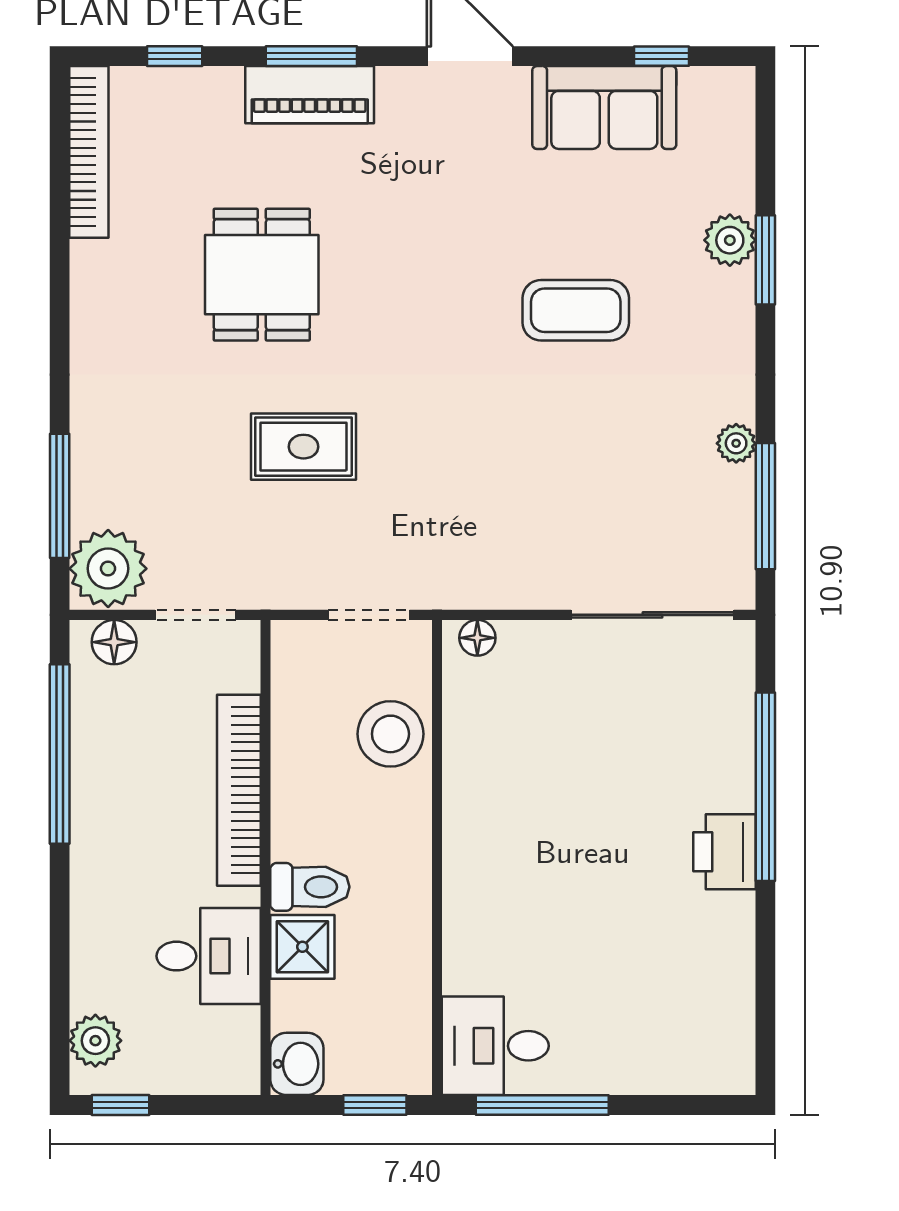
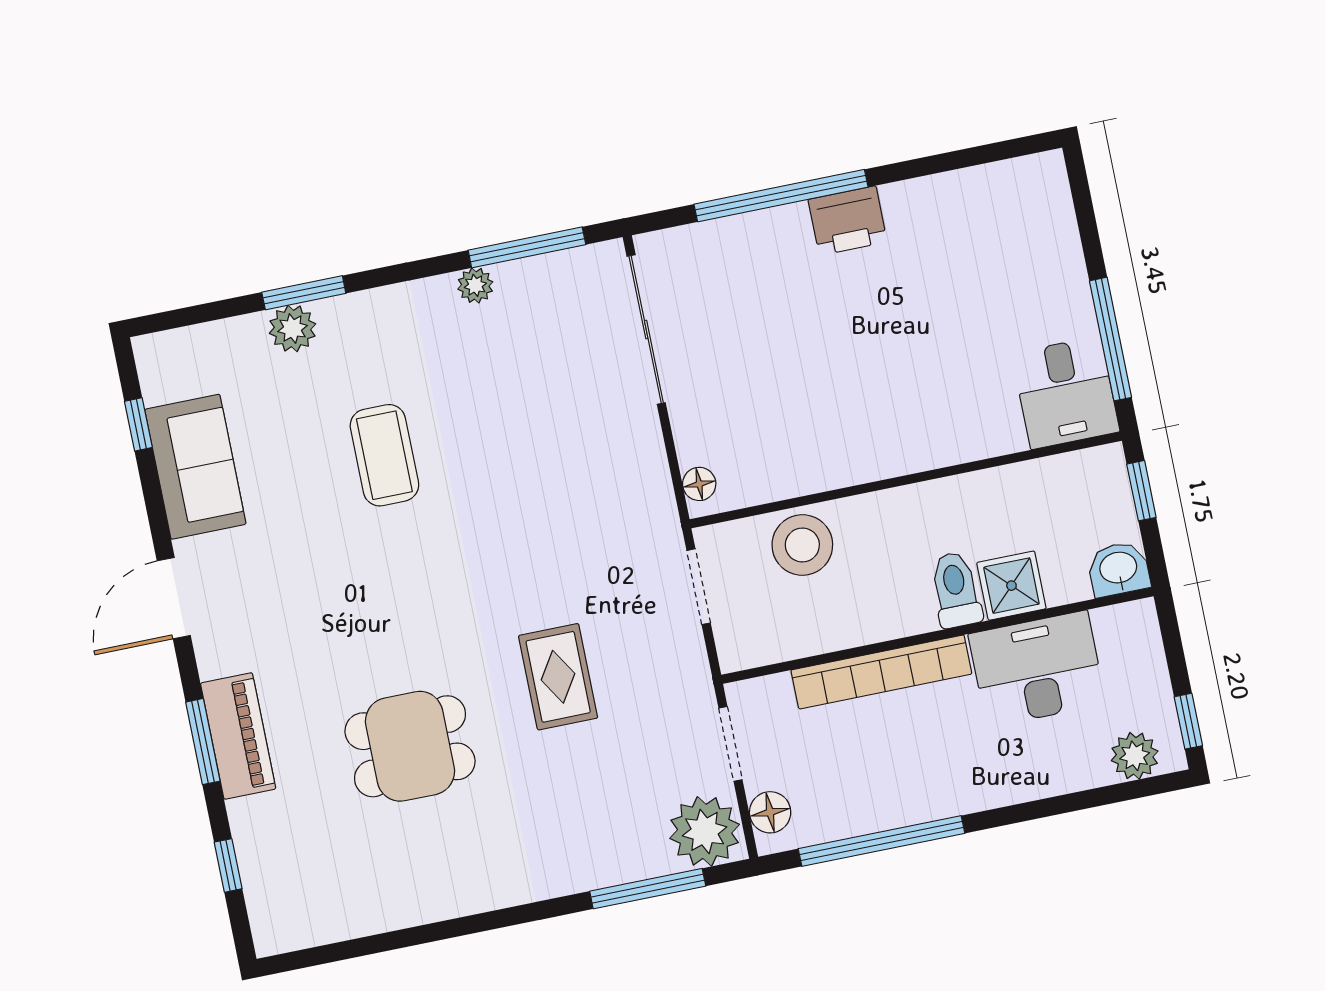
bookcase: (89, 152) -> (331, 925), removed
desk: (209, 956) -> (1037, 669), width x1.37

